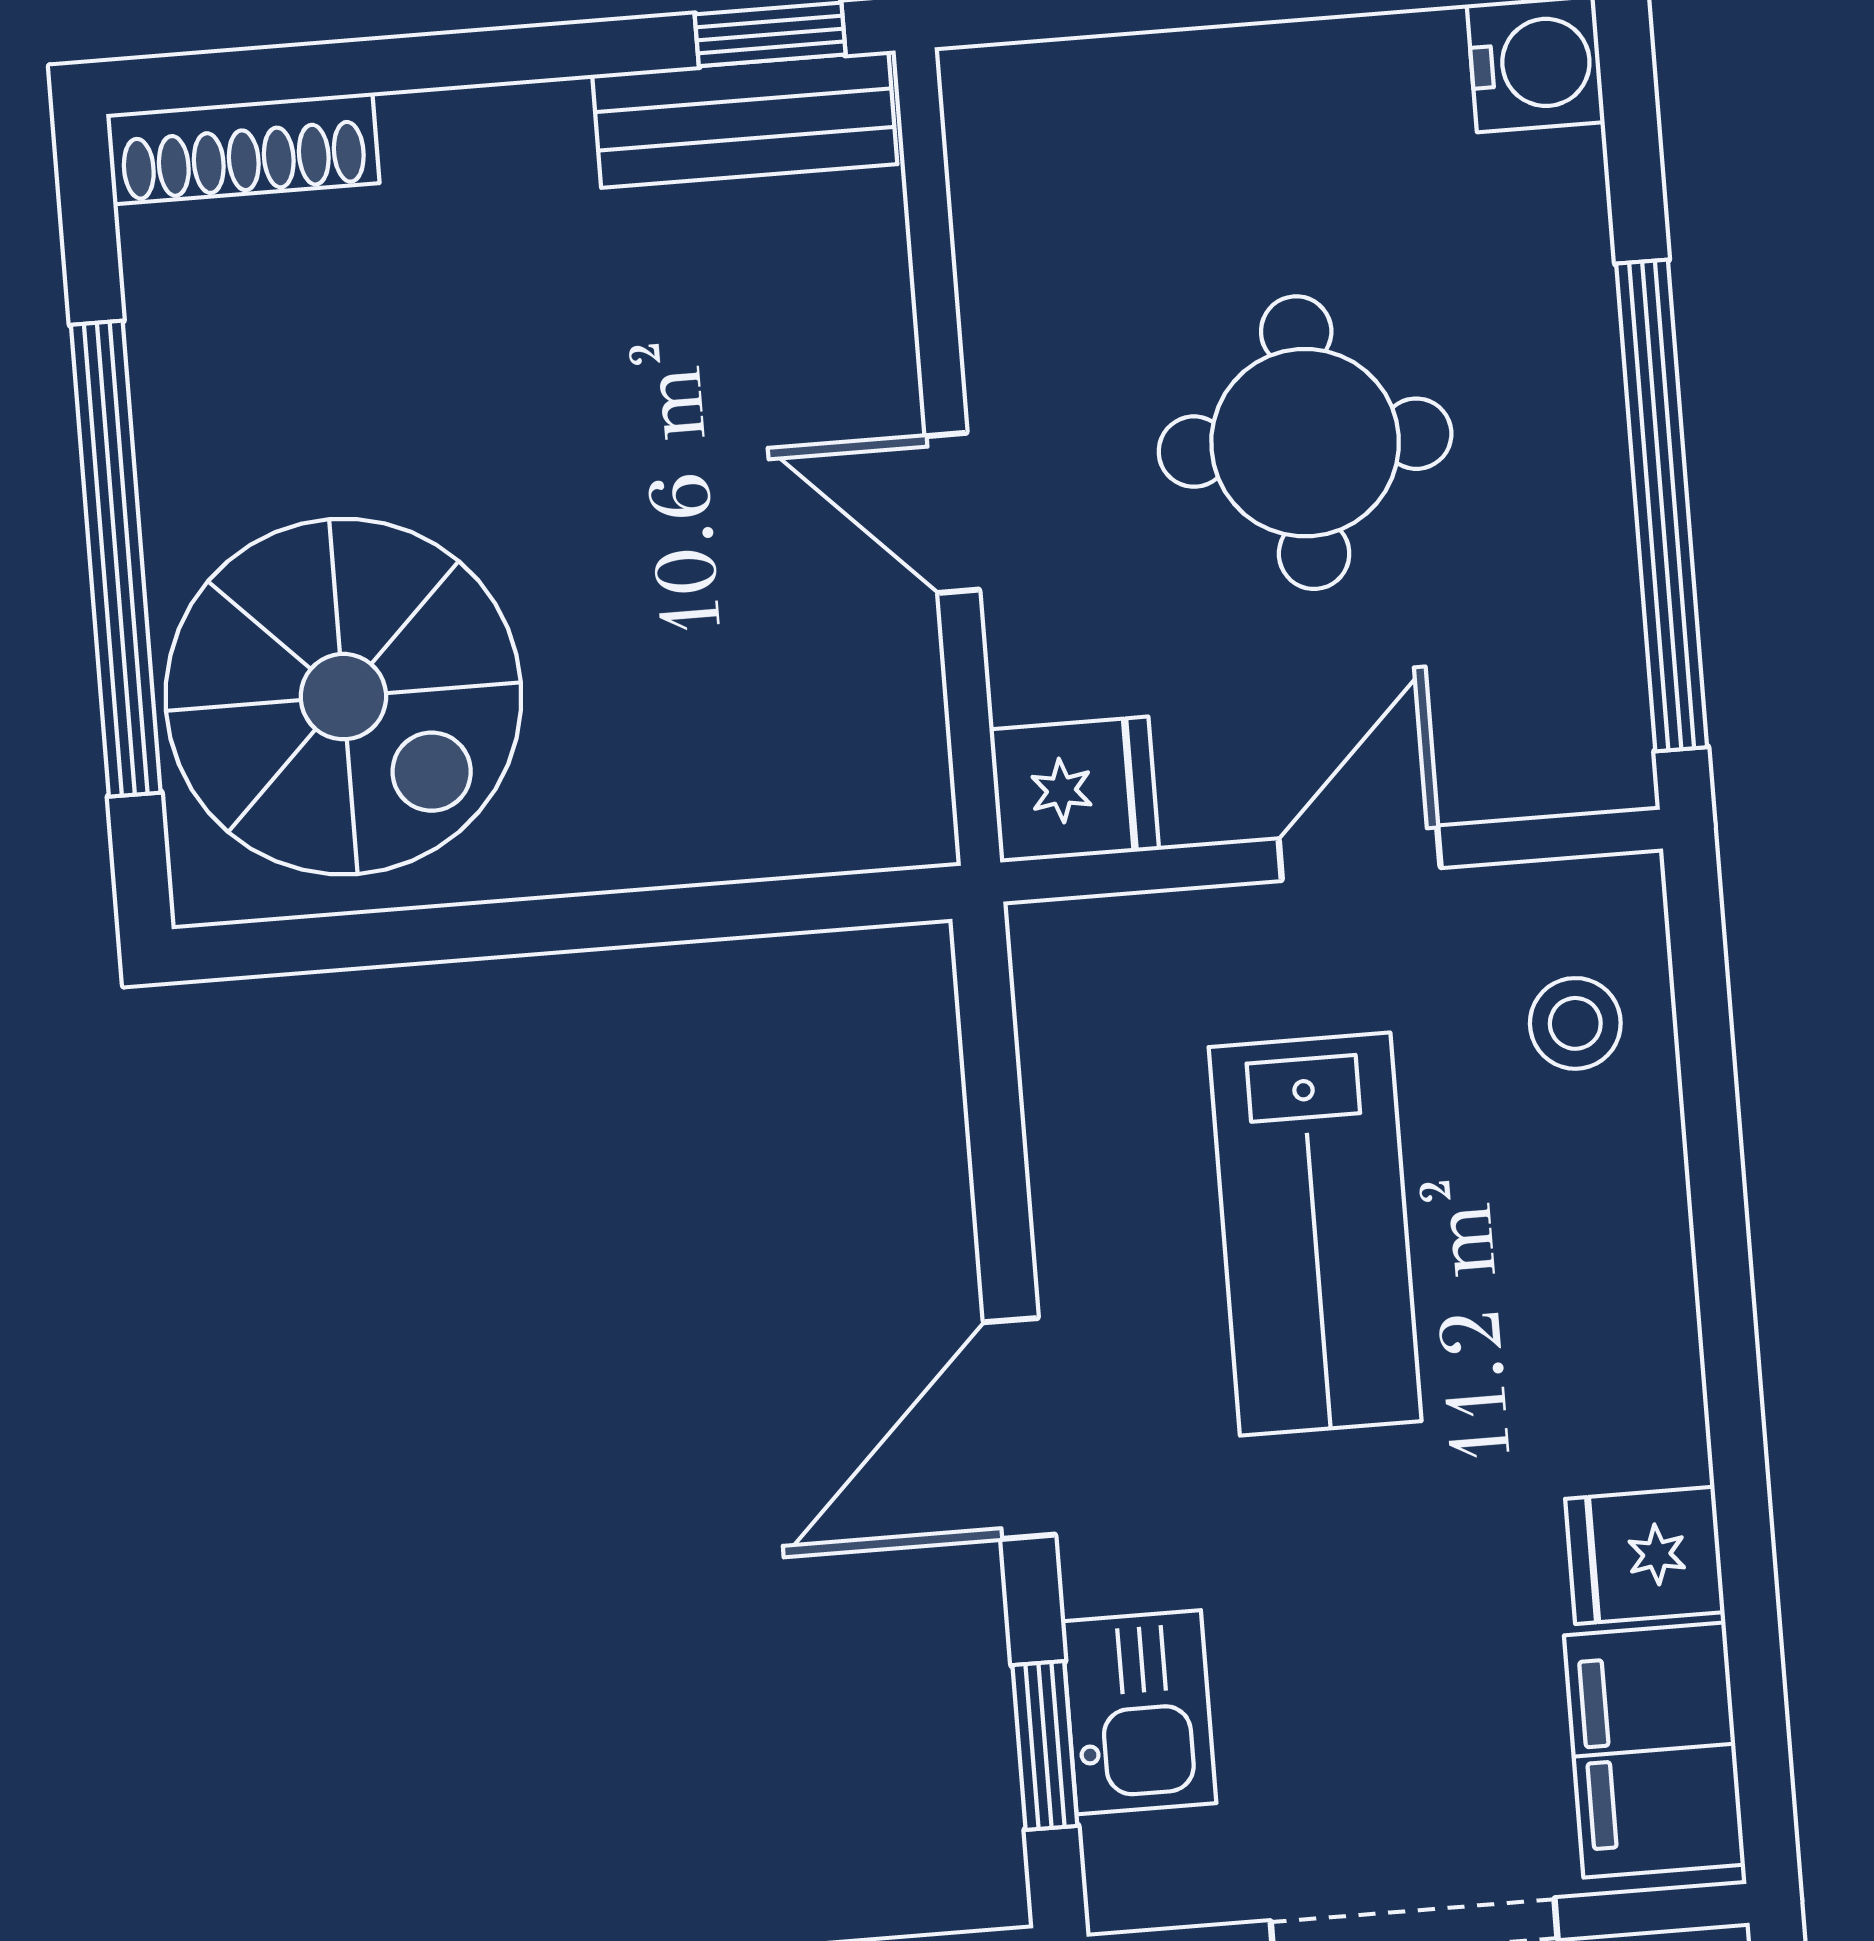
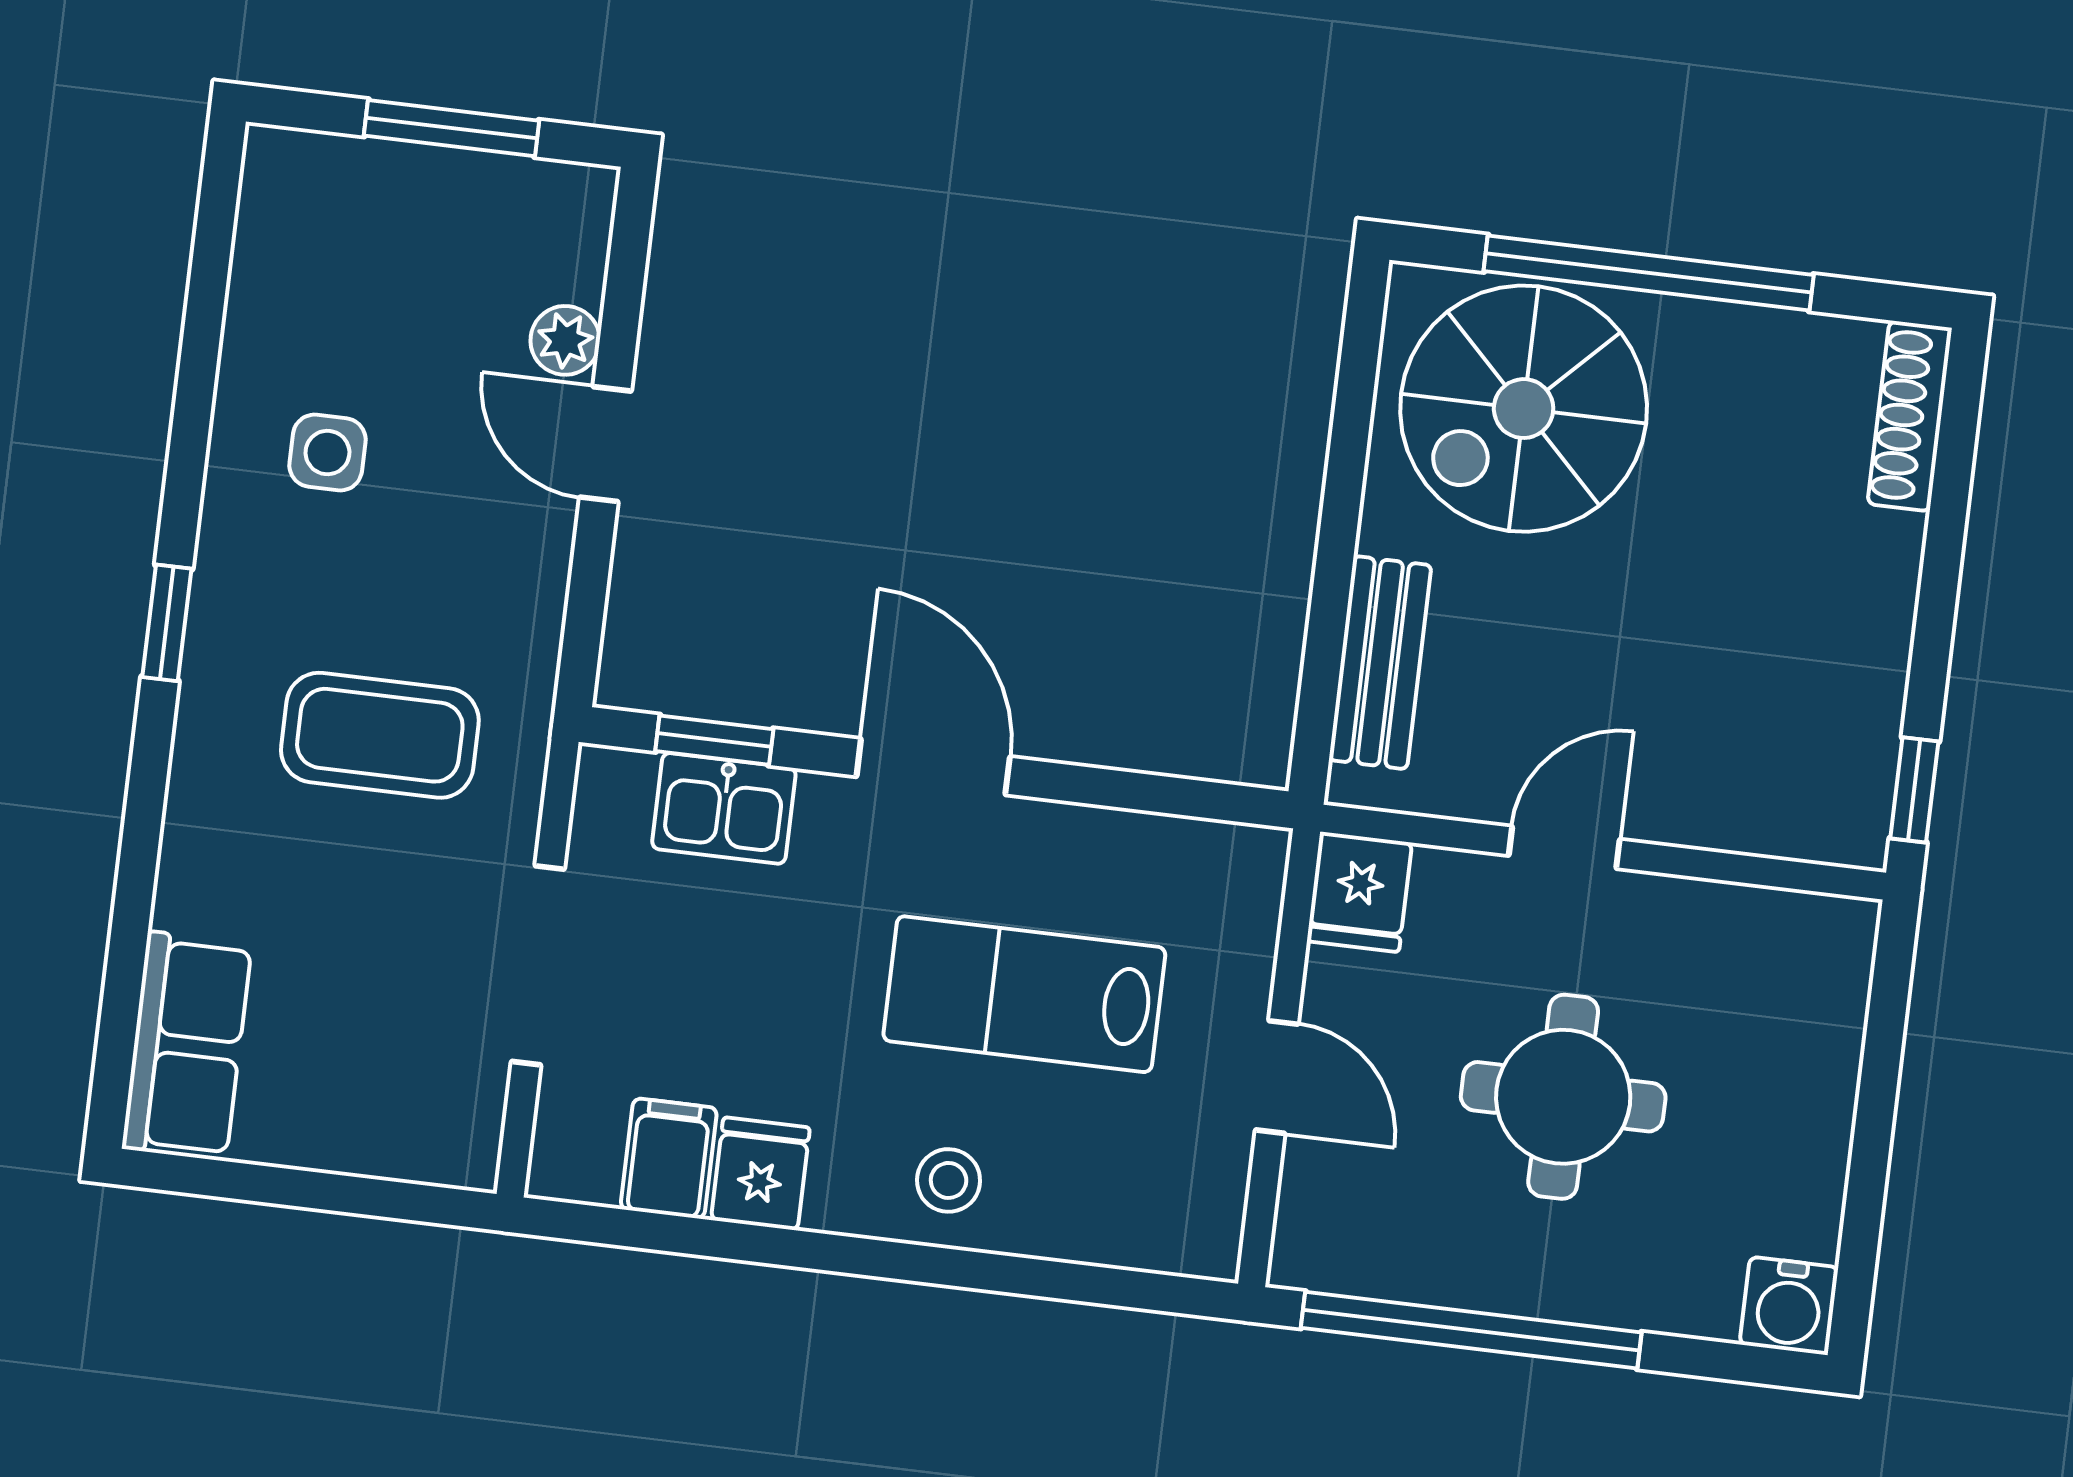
bench: (745, 119) -> (1380, 663), moved
stool: (1575, 1023) -> (949, 1180), moved
filing cabinet: (1654, 1750) -> (669, 1158), width x0.50

